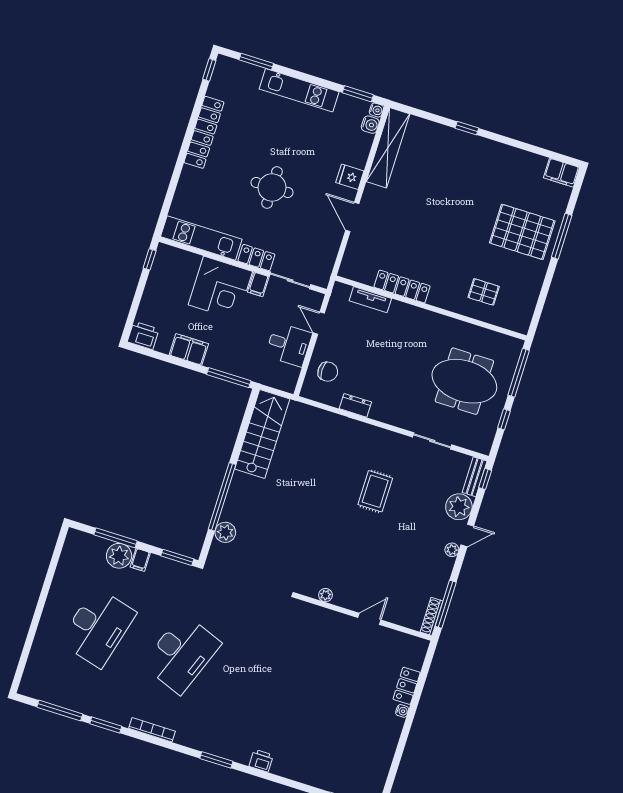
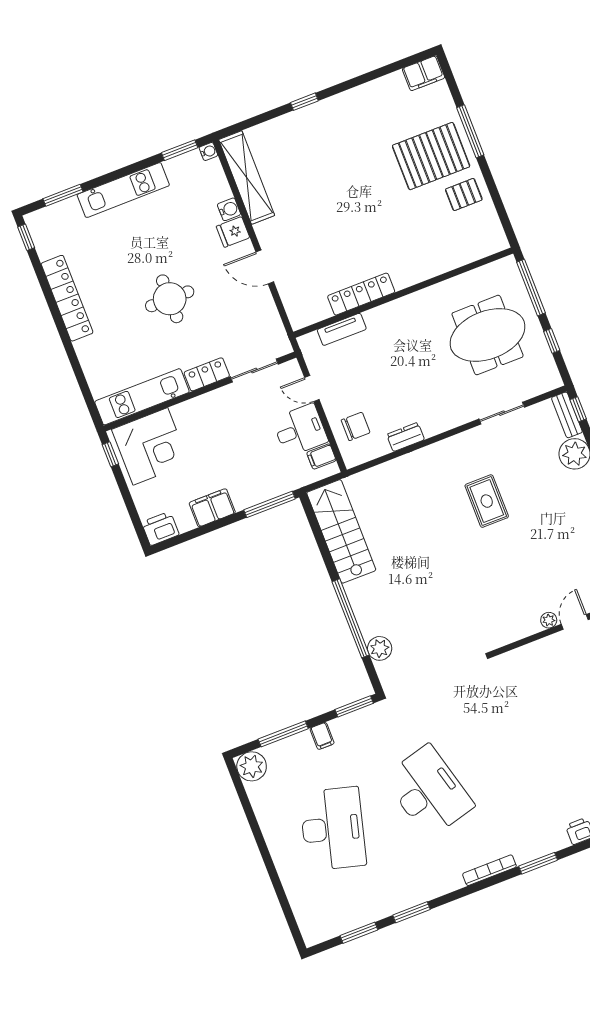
water cooler: (370, 125) -> (229, 209), moved
filing cabinet: (258, 284) -> (321, 456), moved, turned 90
corner desk: (220, 288) -> (150, 446), moved
pallet: (484, 292) -> (464, 194), moved
plant: (119, 556) -> (252, 766), moved
plant: (325, 595) -> (549, 620), moved
desk: (182, 654) -> (429, 792), turned -36
window: (60, 711) -> (359, 933), width x0.69
bookcase: (152, 730) -> (489, 870), moved

